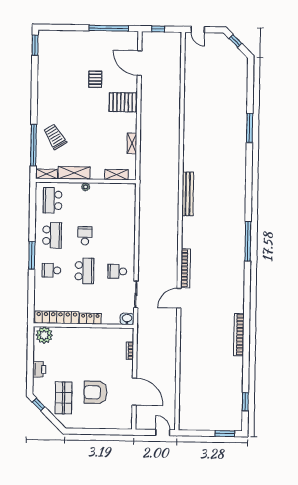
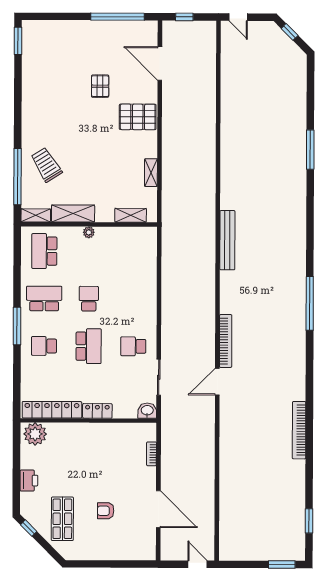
school desk: (52, 235) -> (44, 299), turned -90
armchair: (96, 392) -> (106, 511), width x0.53, depth x0.53

